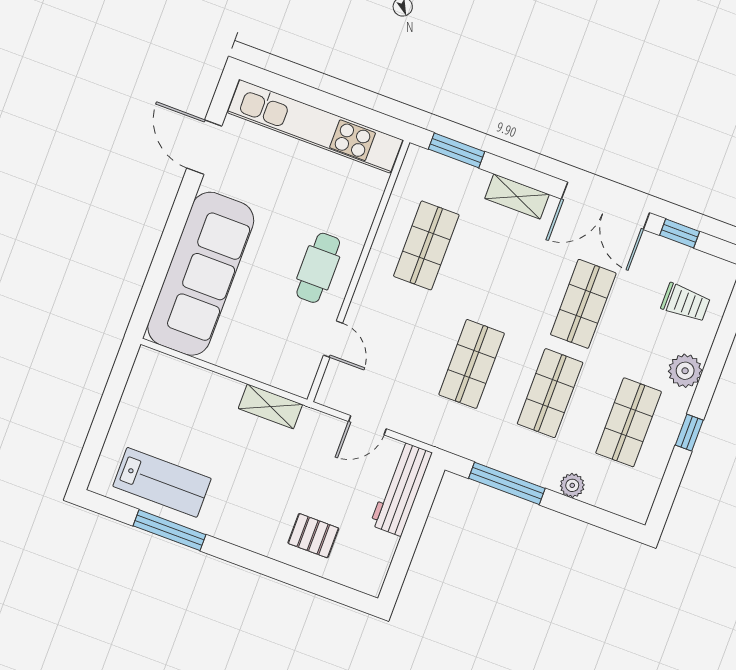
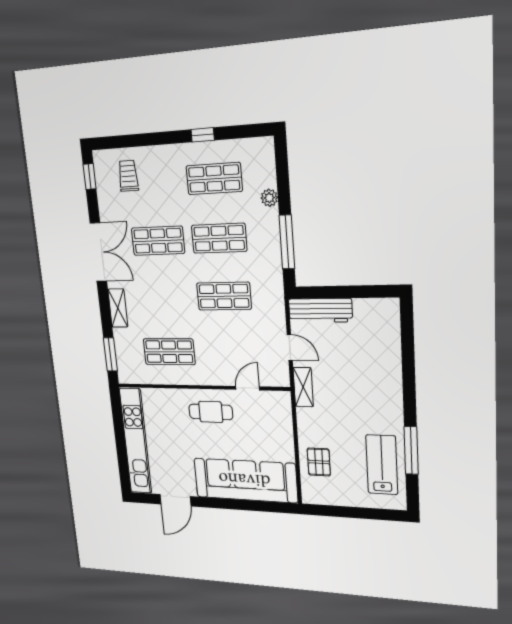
window: (680, 233) -> (90, 177), moved
plant: (685, 371) -> (167, 156), removed
shelving: (270, 406) -> (303, 387), moved
pallet: (313, 536) -> (319, 462), moved

